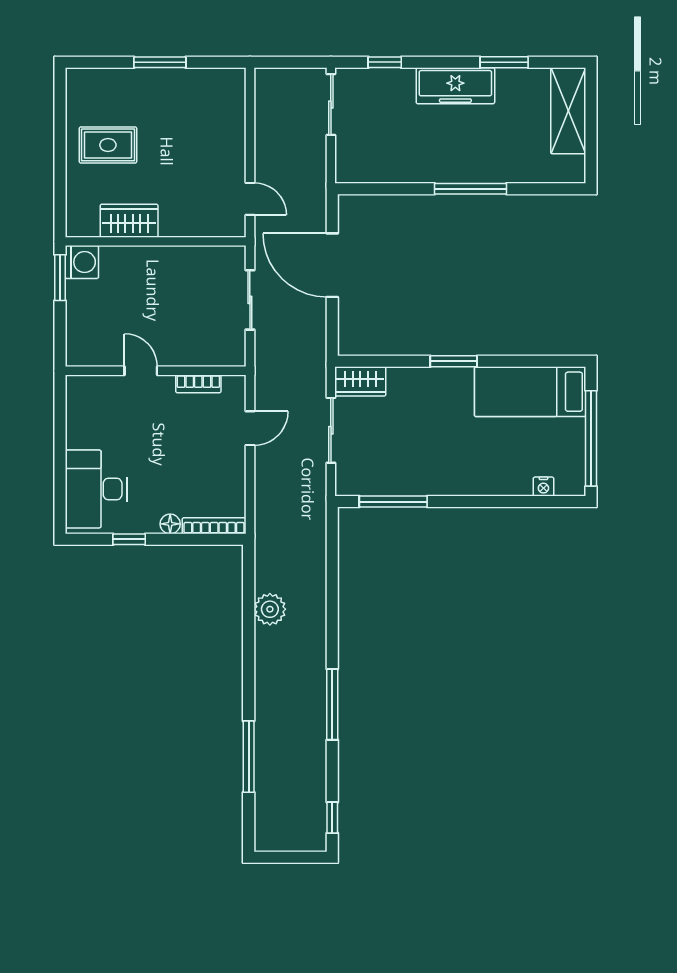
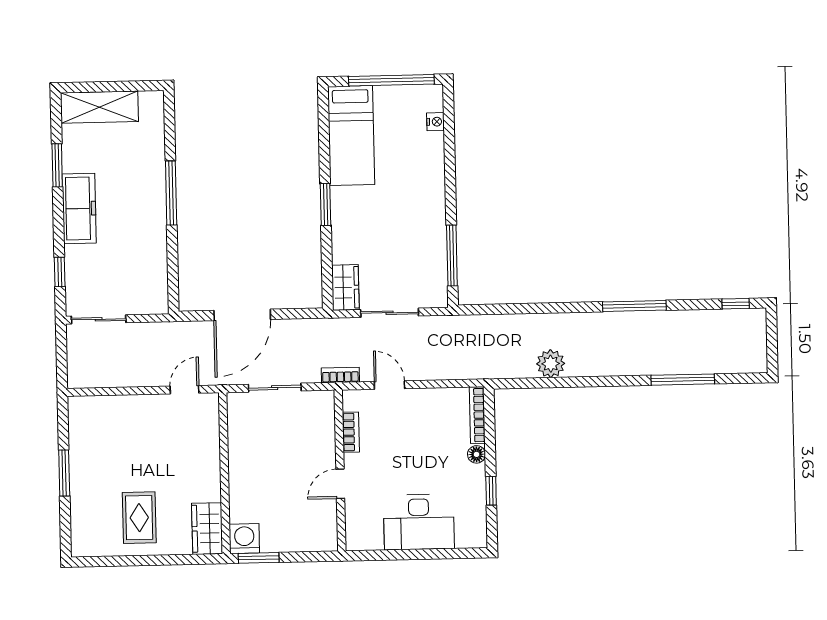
wardrobe: (129, 221) -> (207, 529), moved
bookcase: (262, 374) -> (340, 375), added
desk: (96, 489) -> (419, 522), moved

